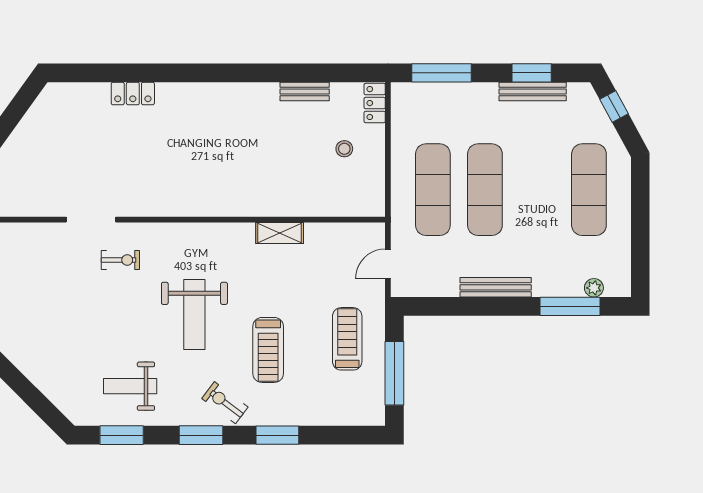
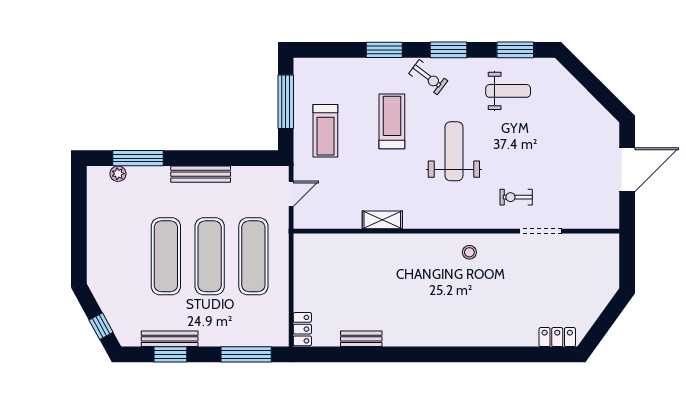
locker: (133, 94) -> (557, 337), moved
stool: (344, 149) -> (469, 252), moved
exercise mat: (589, 190) -> (166, 256), moved

